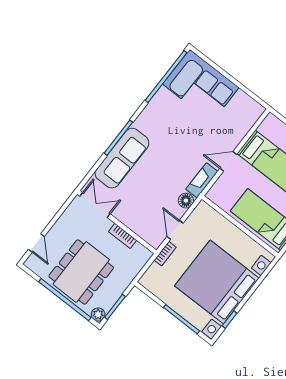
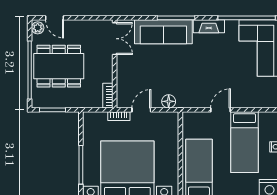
door: (228, 161) -> (221, 110), hinge flipped
fireplace: (202, 180) -> (209, 26), moved, turned 180
bookcase: (123, 236) -> (108, 96), moved
door: (36, 243) -> (55, 18), hinge flipped
plant: (98, 315) -> (38, 28), moved

